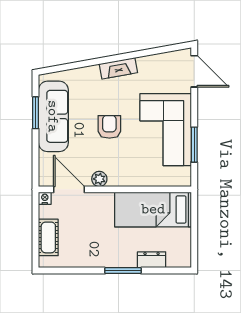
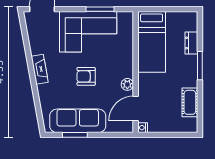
cot: (48, 237) -> (190, 102), moved, turned 90

